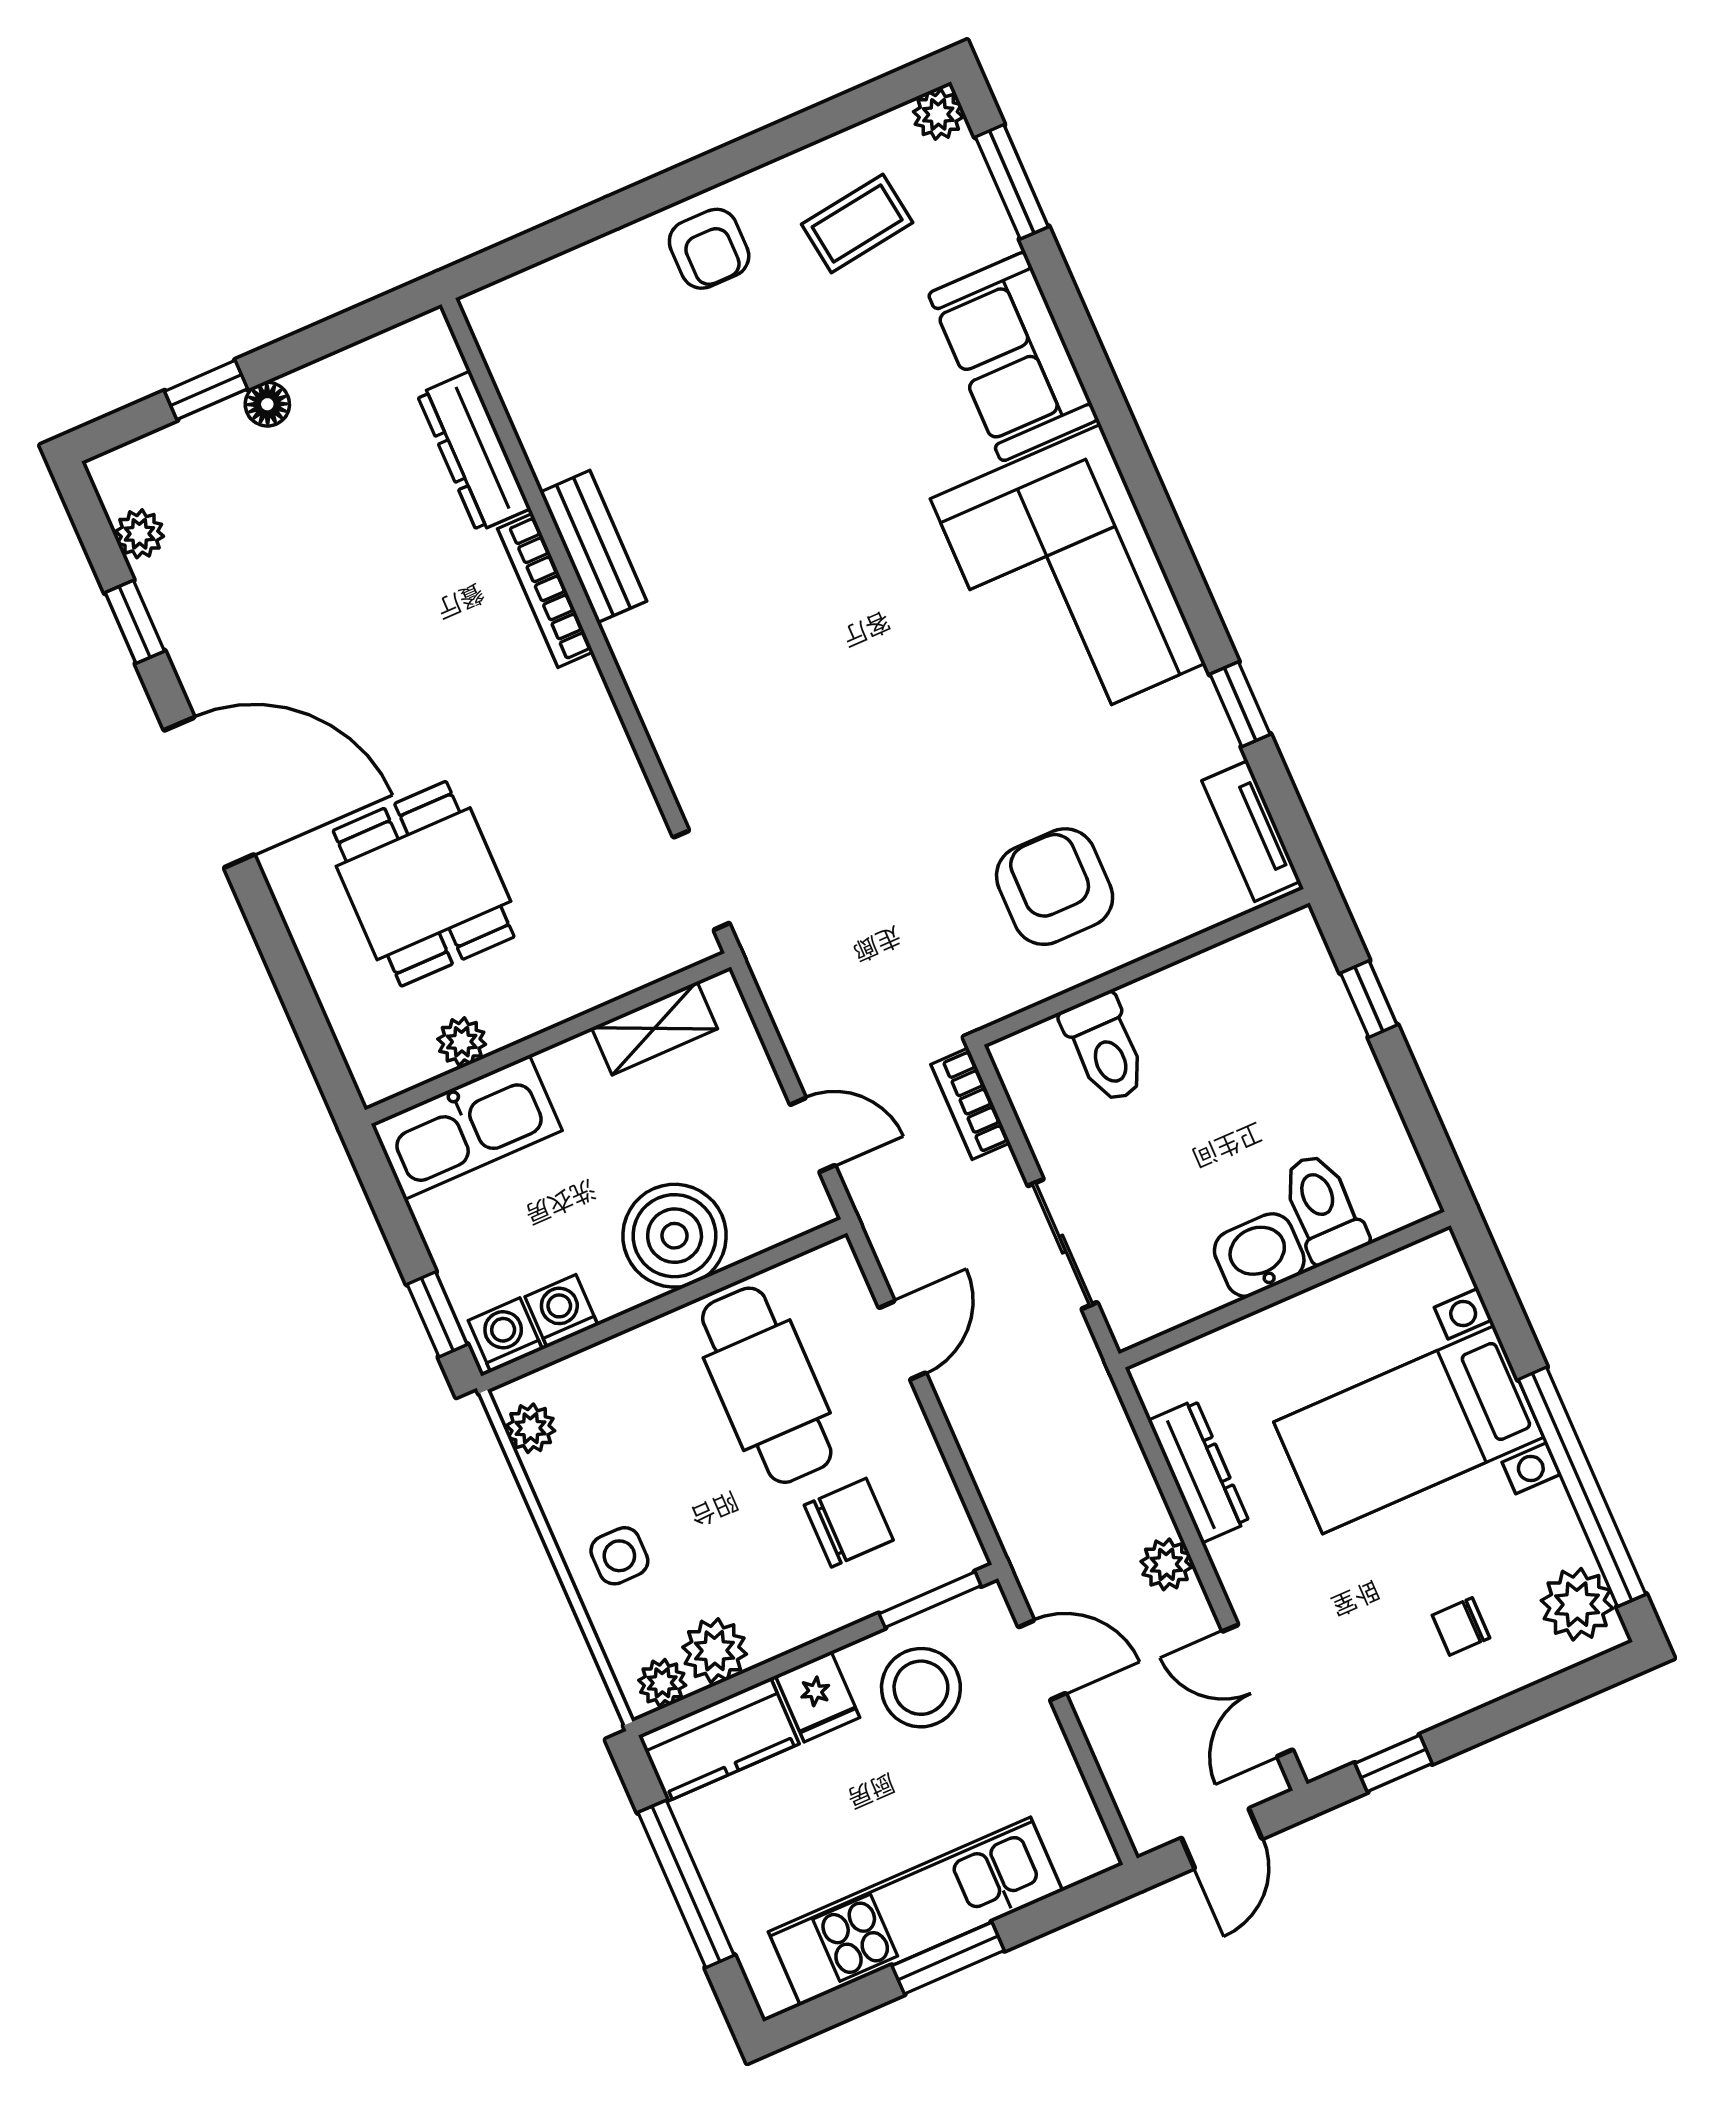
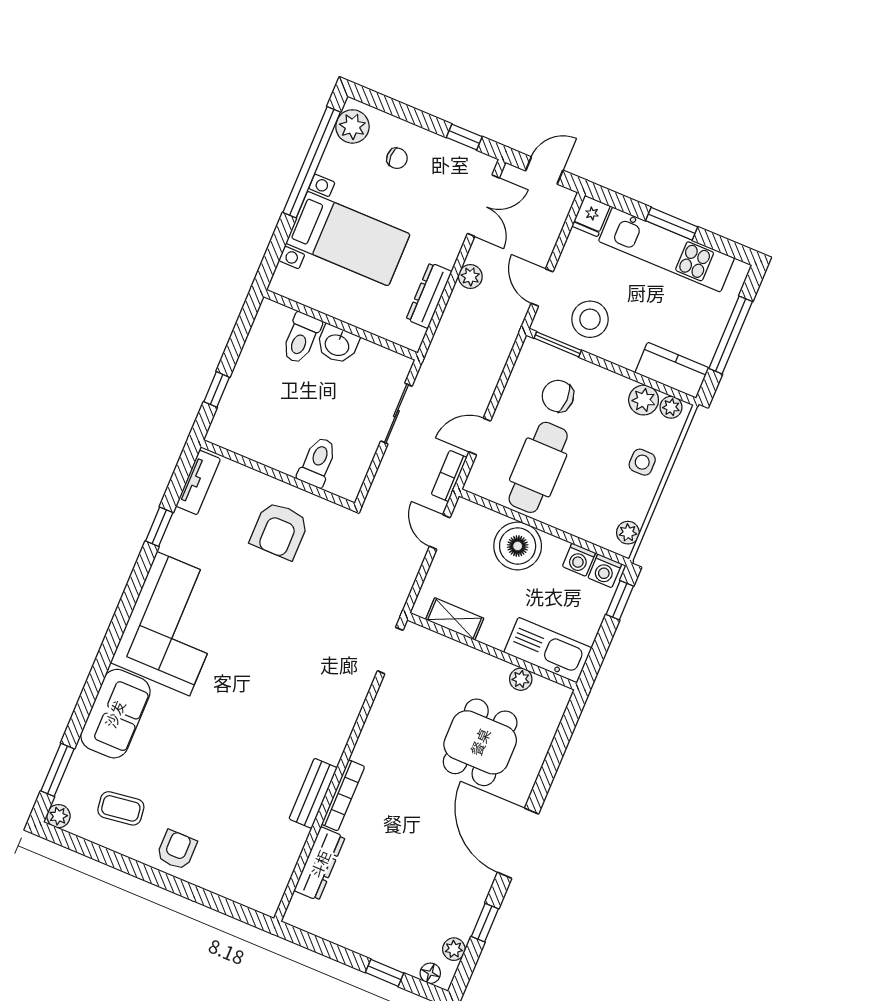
floor lamp: (267, 404) -> (430, 973), moved
bookcase: (970, 1104) -> (449, 476), moved, turned 180
fridge: (818, 1697) -> (591, 216), moved, turned 180

